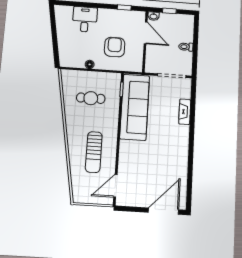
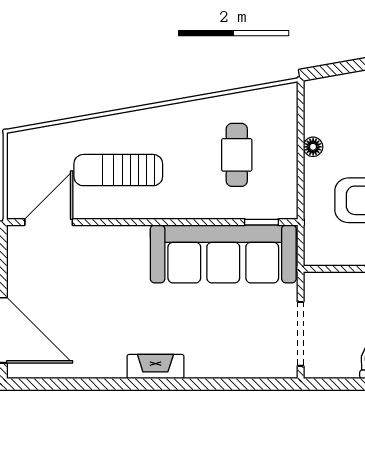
fireplace: (185, 112) -> (155, 367), moved
door: (115, 186) -> (49, 222), hinge flipped

